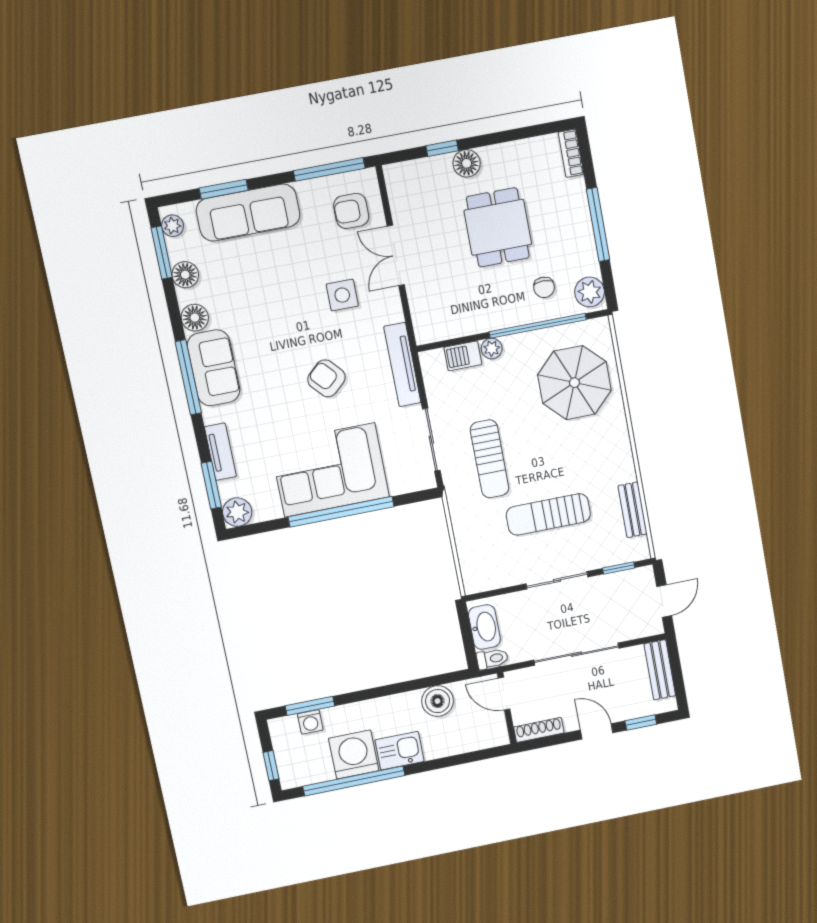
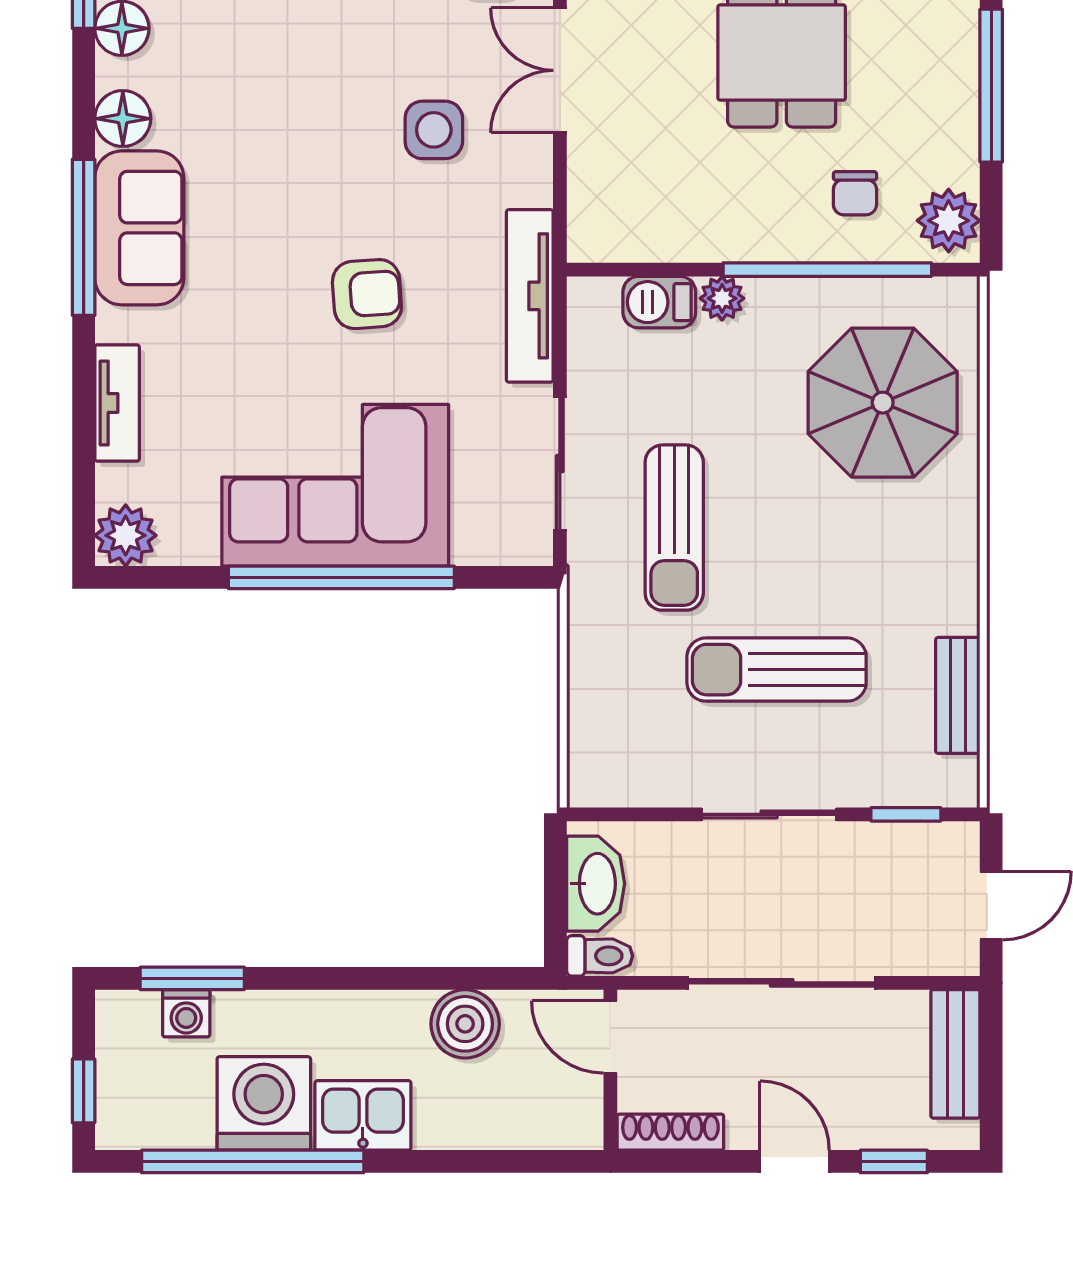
armchair: (326, 378) -> (367, 294), turned 128
window: (211, 485) -> (84, 469), removed

